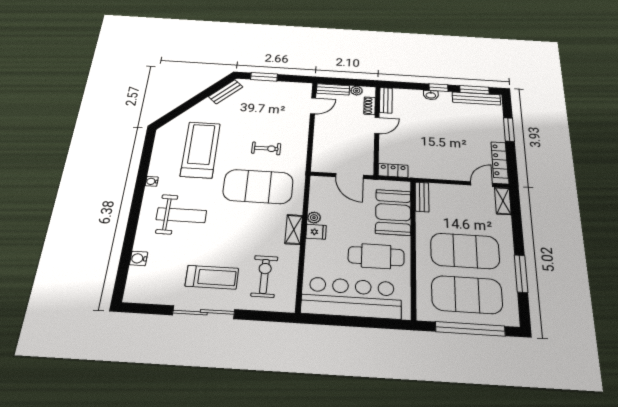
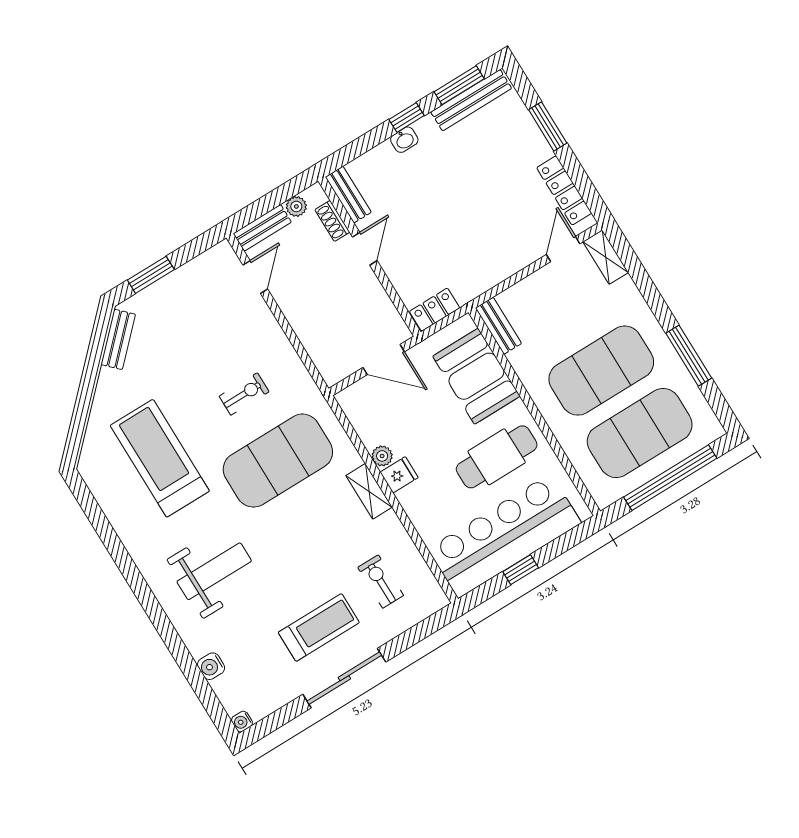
water cooler: (152, 181) -> (242, 722), moved
exercise bike: (264, 276) -> (381, 581), width x0.73, depth x0.72
window: (348, 321) -> (521, 570), added

